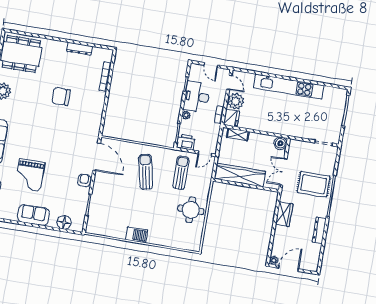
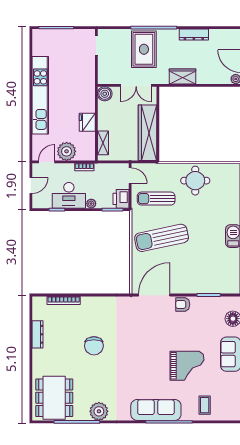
fridge: (231, 118) -> (87, 122), moved, turned -90
sun lounger: (146, 172) -> (162, 238), width x1.36, depth x1.34

